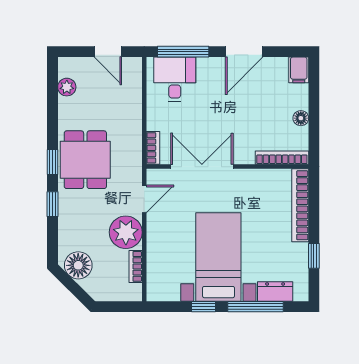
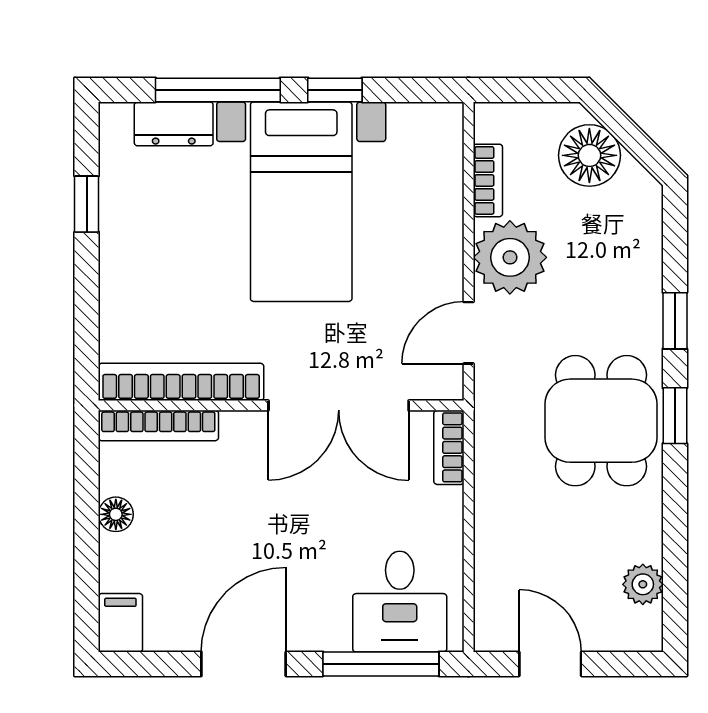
bookcase: (300, 205) -> (181, 382), moved, turned -90
floor lamp: (78, 265) -> (589, 155), moved

